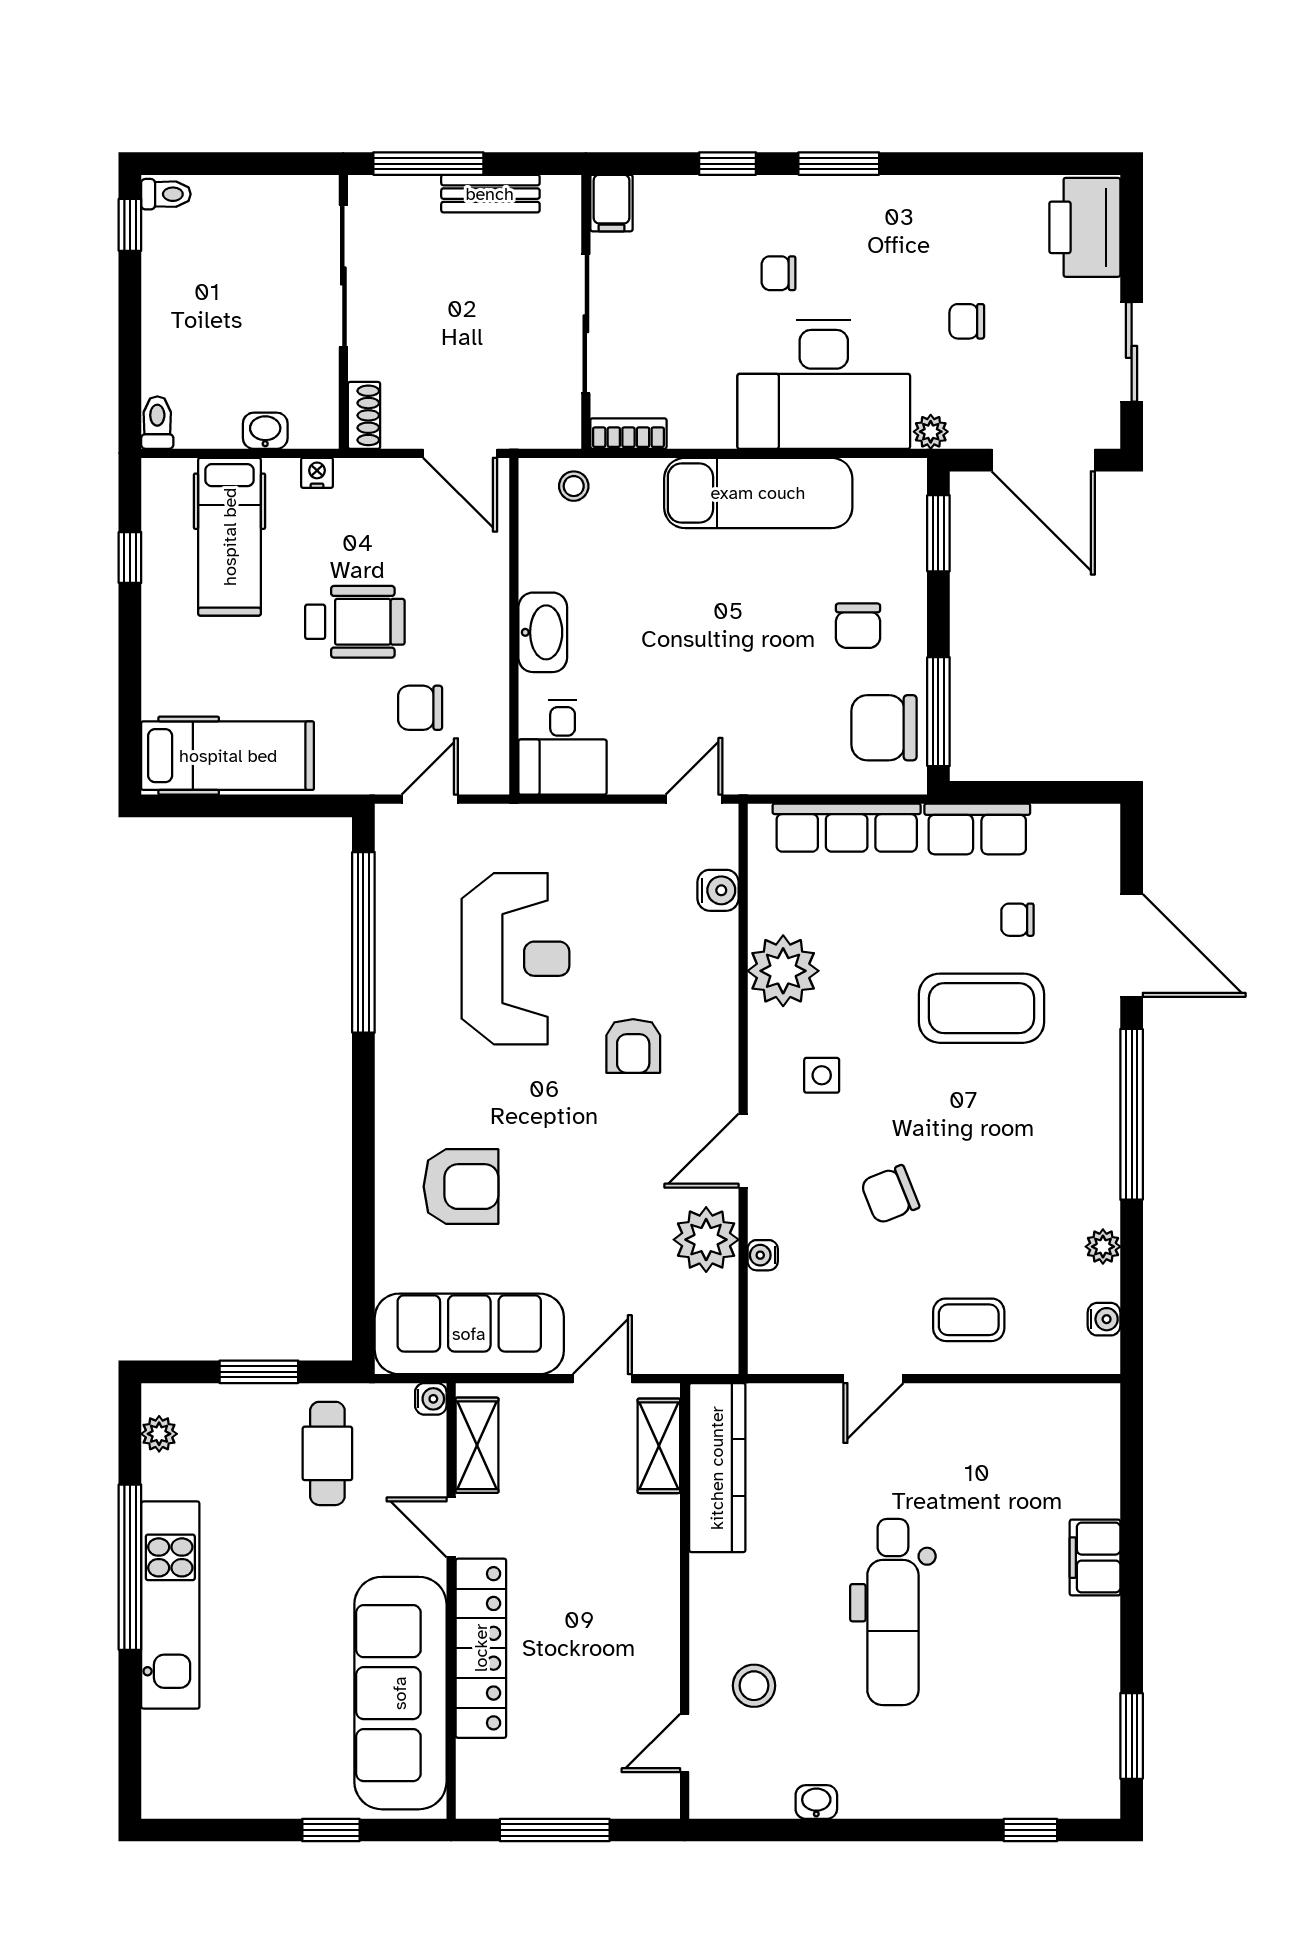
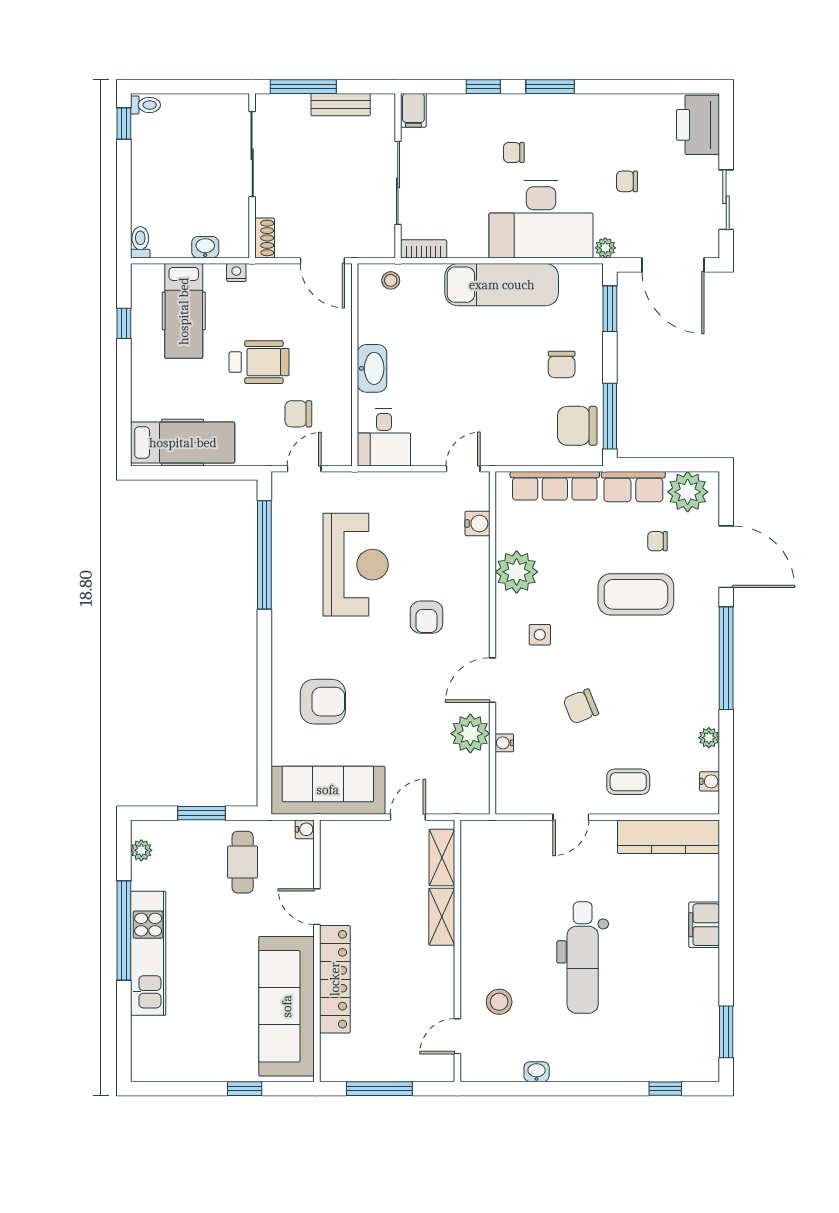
plant: (1068, 837) -> (688, 492), added
shelving: (477, 1445) -> (442, 917), moved
kitchen counter: (717, 1468) -> (669, 837), moved, turned 90

